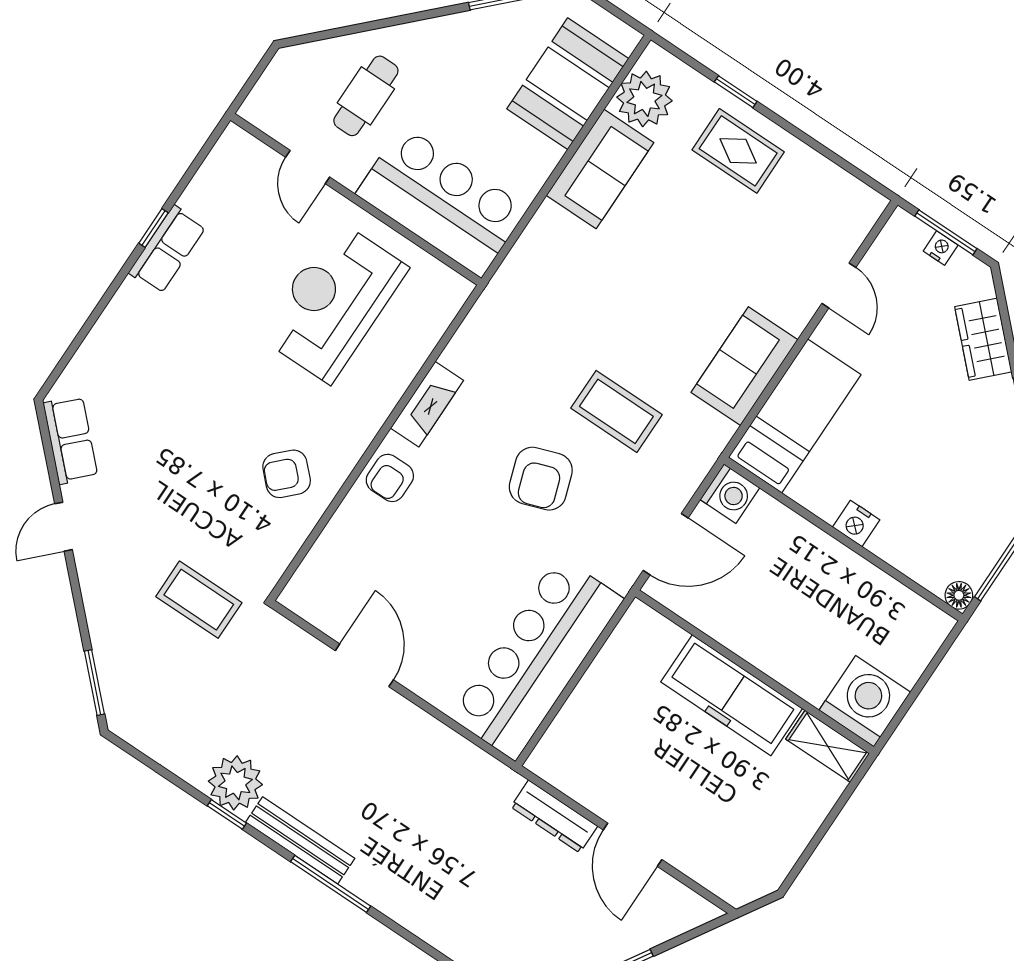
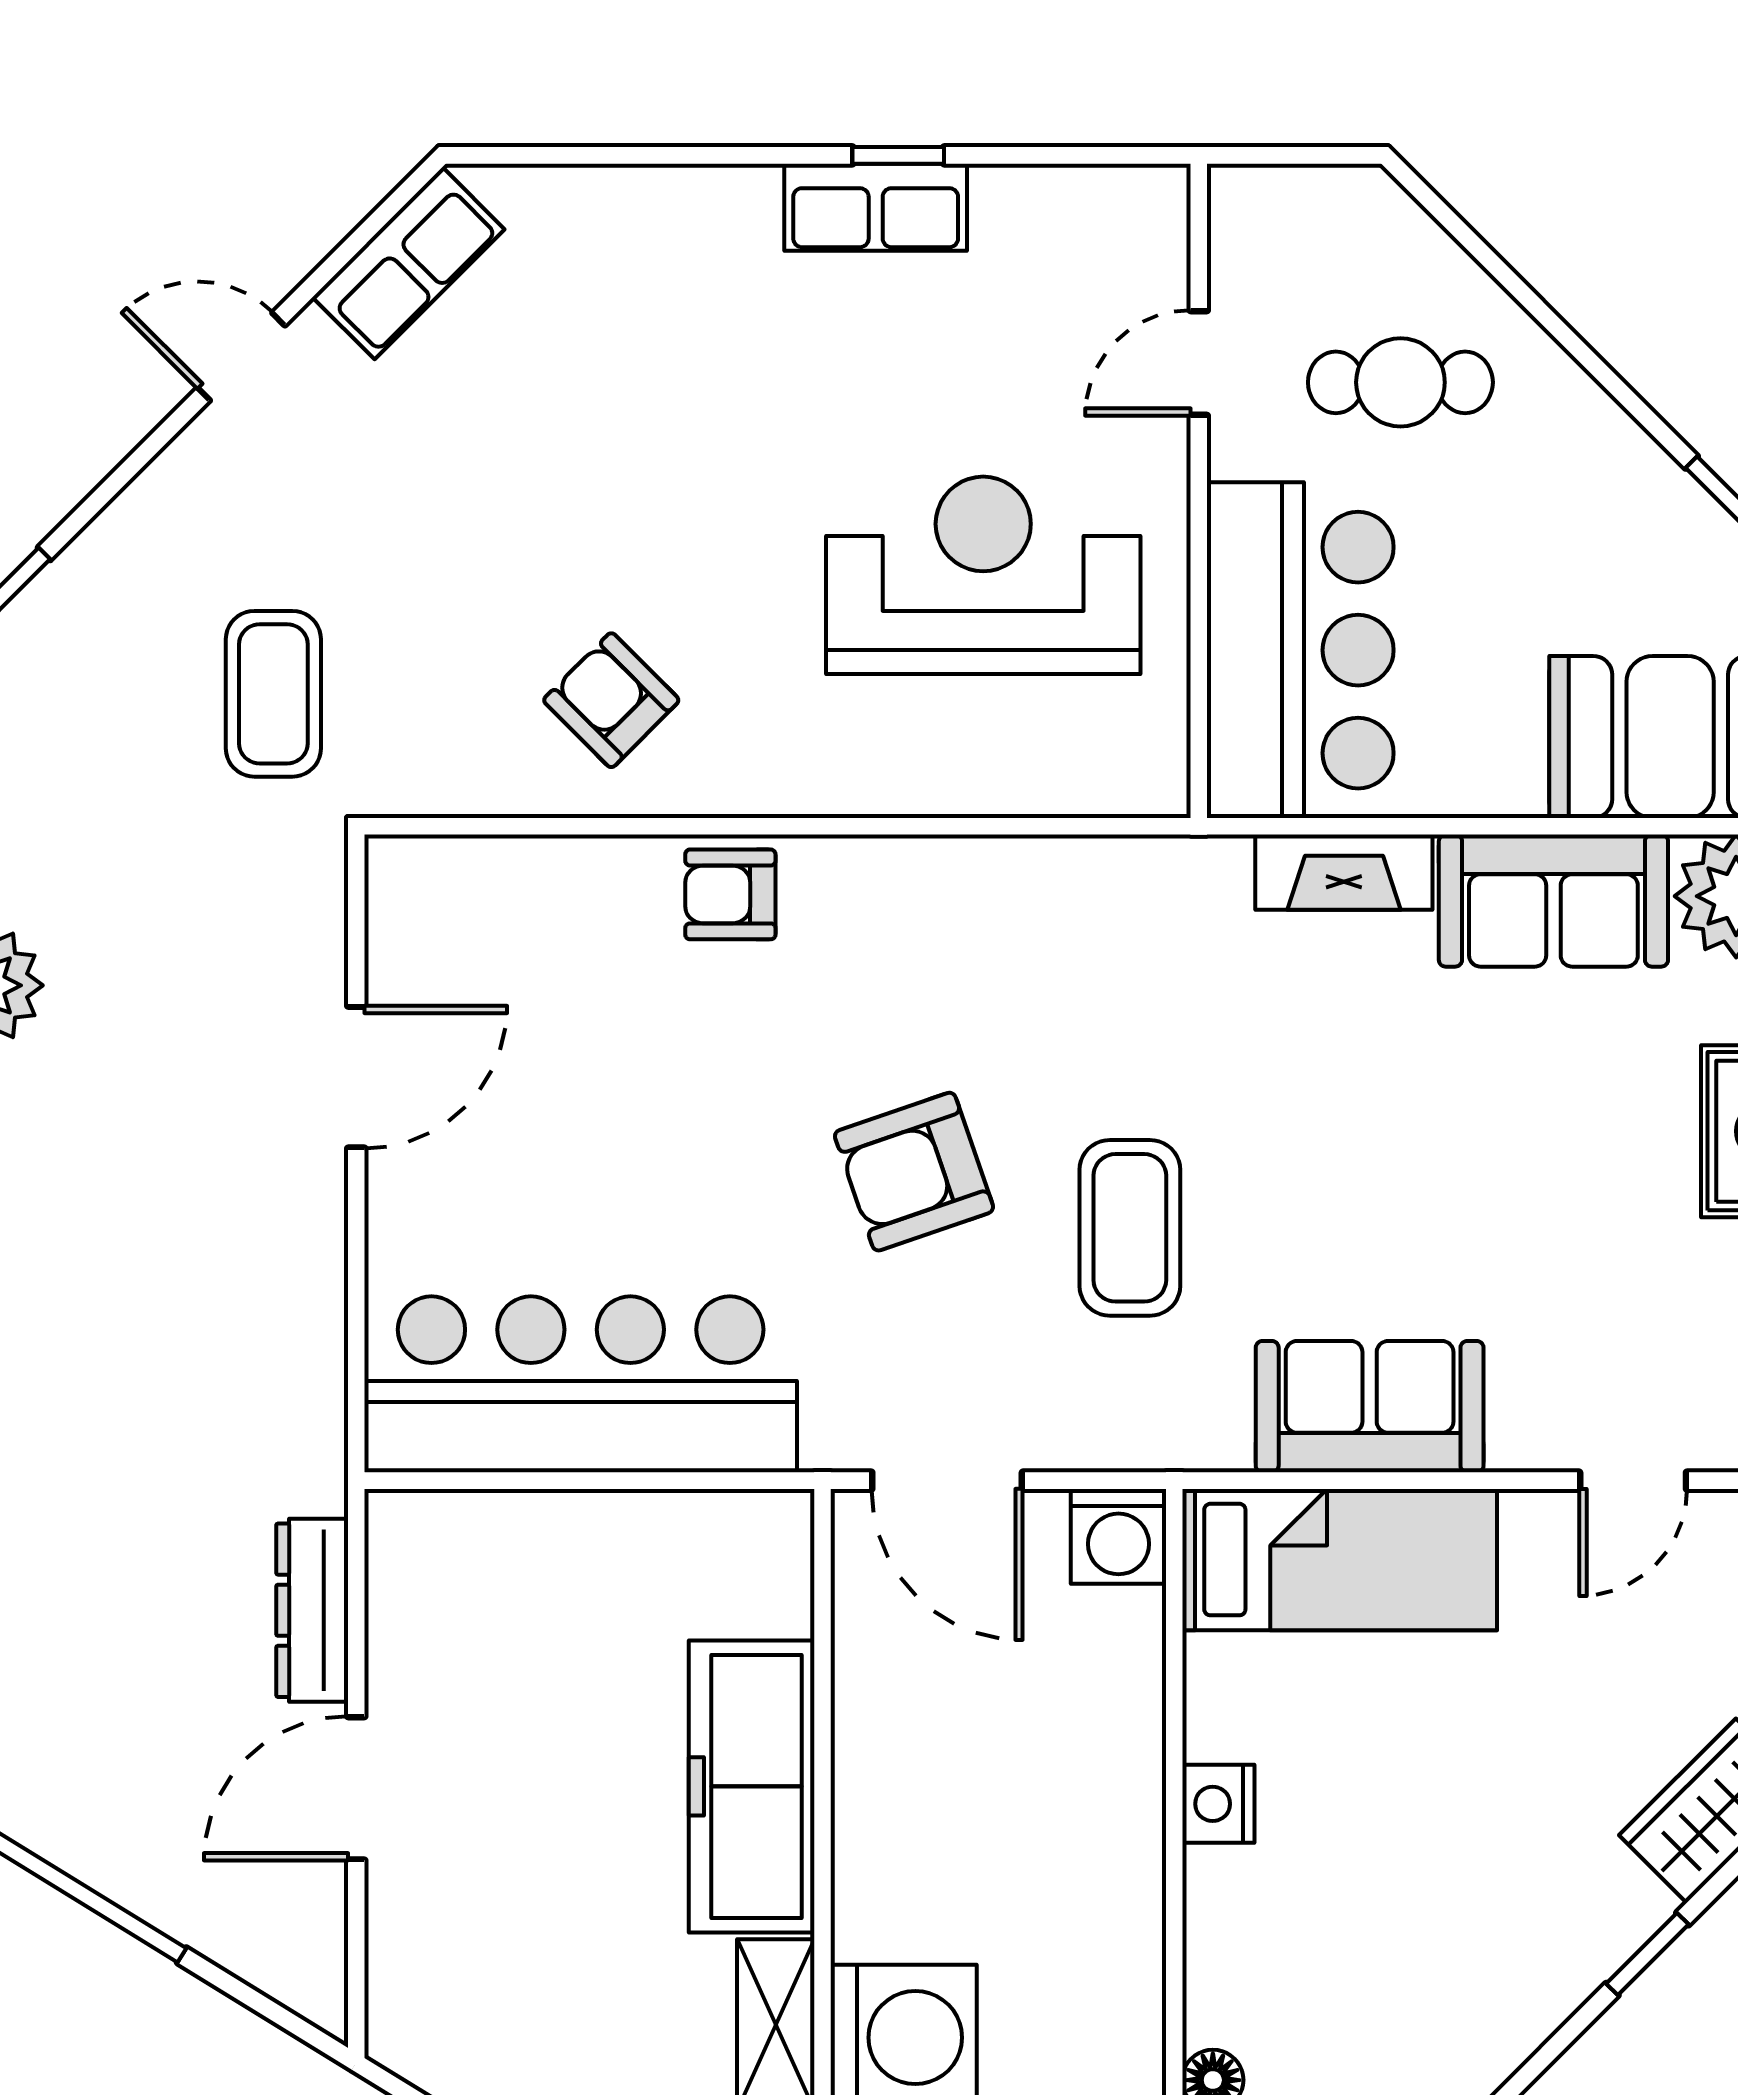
fireplace: (427, 404) -> (1344, 872), moved

